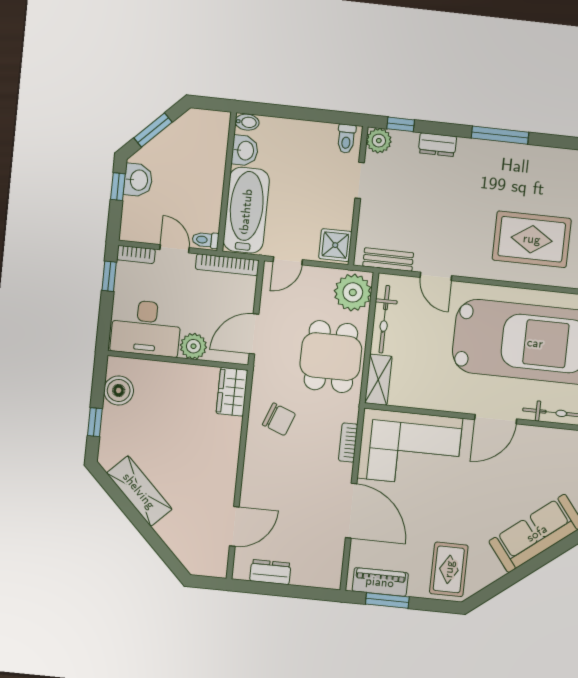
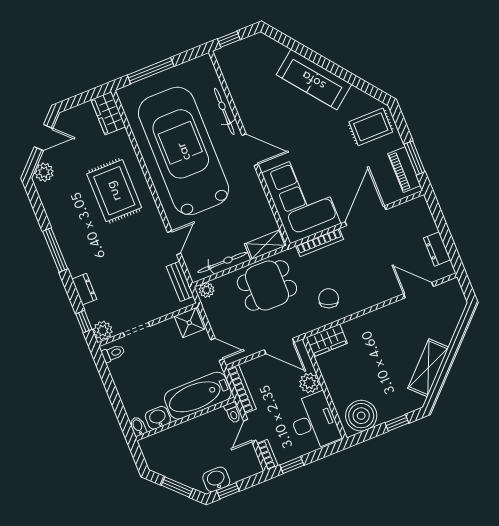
plant: (353, 292) -> (206, 290), width x0.53, depth x0.53
boiler: (119, 390) -> (361, 416), width x1.37, depth x1.37
bookcase: (348, 443) -> (320, 243), width x1.56

